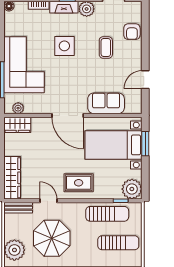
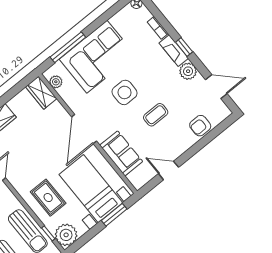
side table: (64, 46) -> (125, 92), moved
coffee table: (106, 47) -> (156, 115), moved
rug: (79, 183) -> (48, 198), moved

